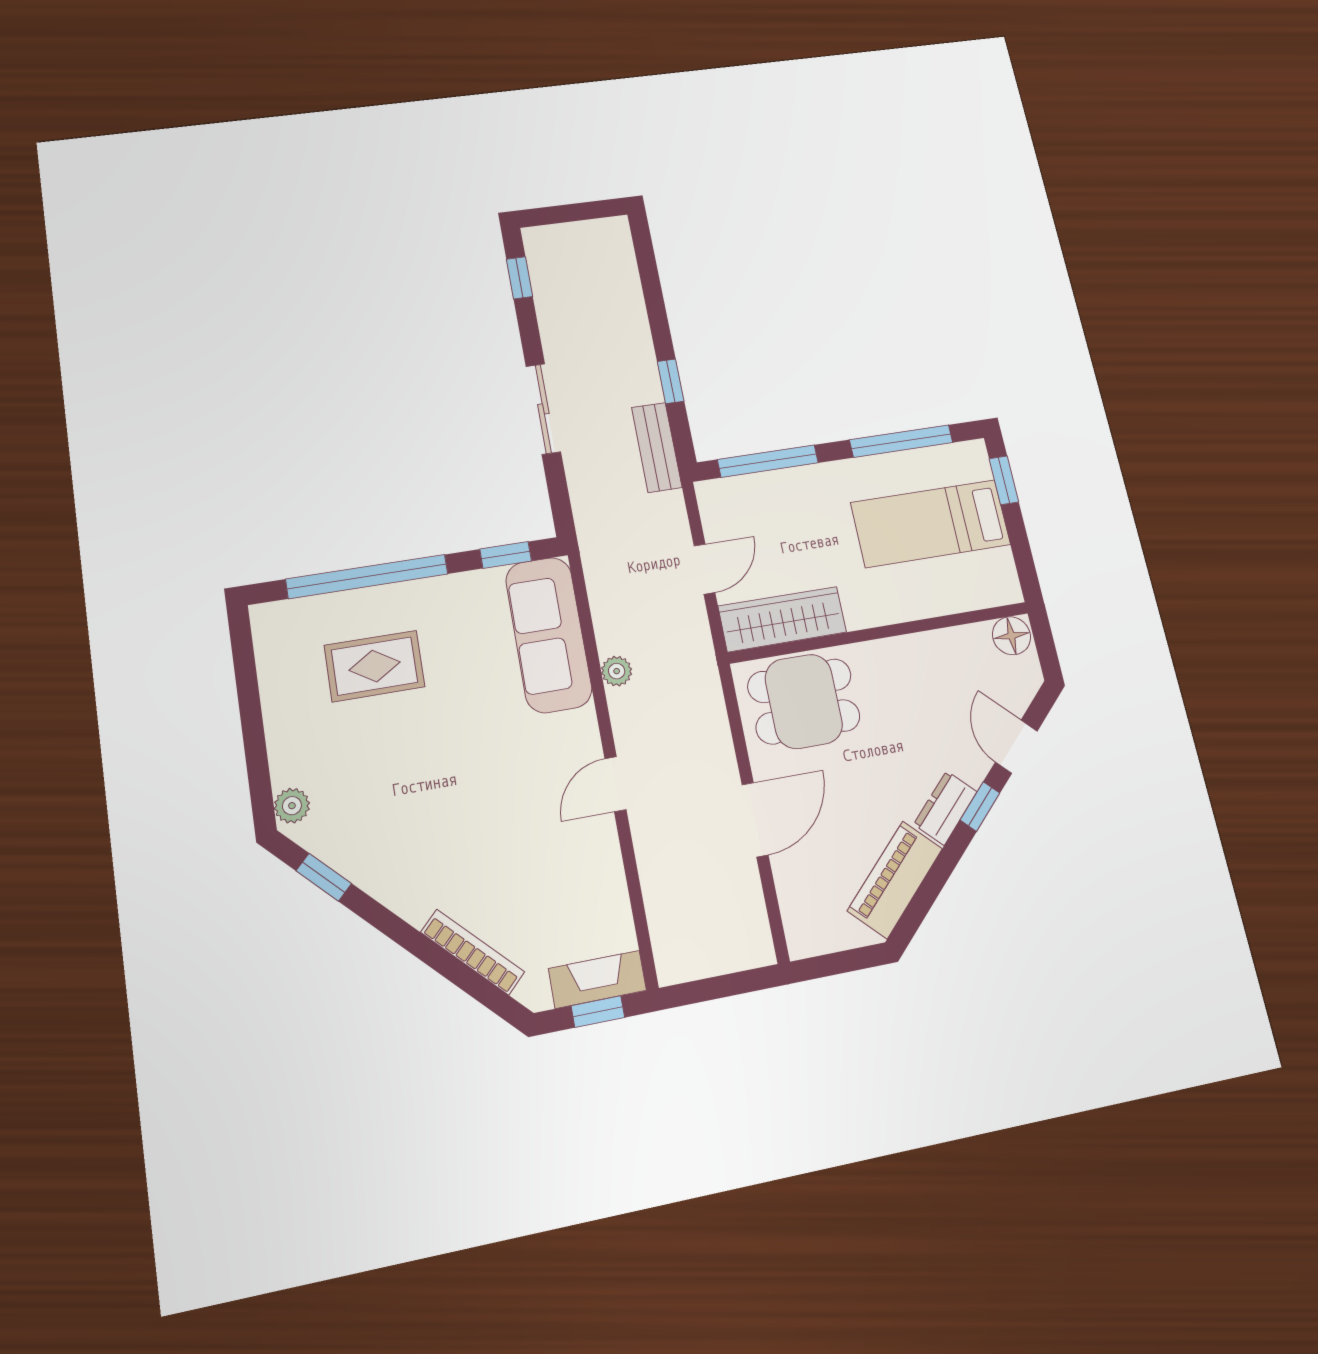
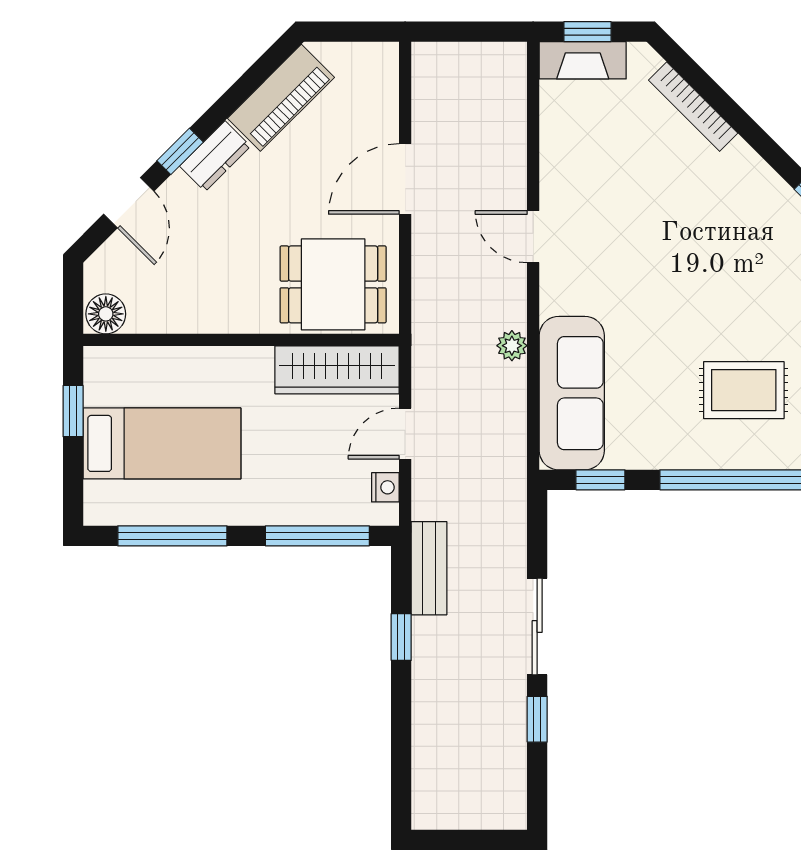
window: (520, 278) -> (537, 719), moved
window: (1004, 480) -> (73, 411), moved
nightstand: (713, 516) -> (385, 487), added
door: (615, 784) -> (533, 237), swing flipped

